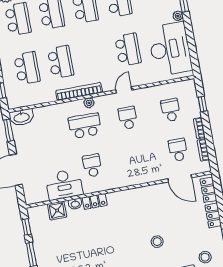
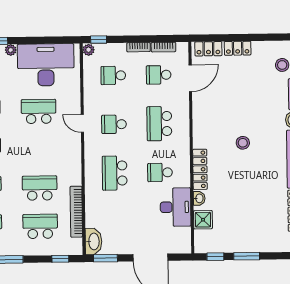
bookcase: (79, 92) -> (76, 212), moved
plant: (89, 103) -> (89, 50), moved
window: (202, 104) -> (99, 40), moved
school desk: (135, 158) -> (159, 124), added
locker: (95, 201) -> (200, 169), width x1.53
stool: (157, 242) -> (243, 143), moved

